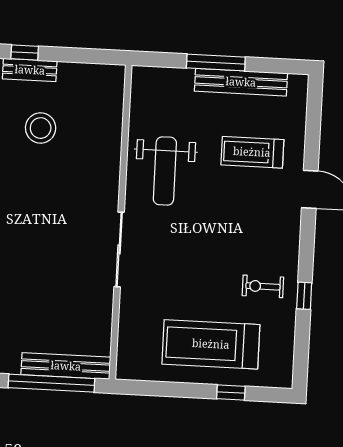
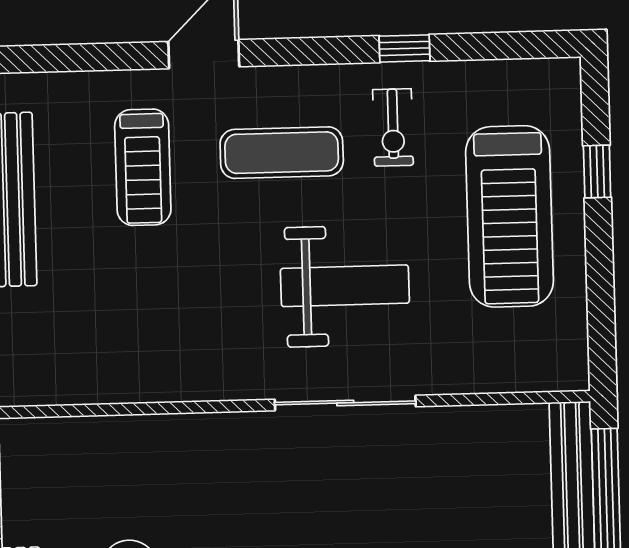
weight bench: (165, 171) -> (345, 286), moved
exercise mat: (254, 226) -> (282, 153), added

